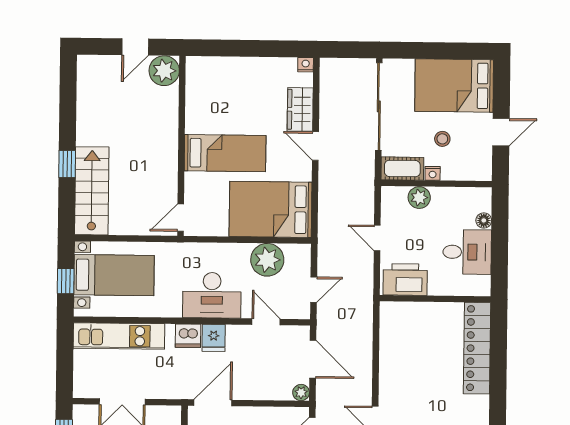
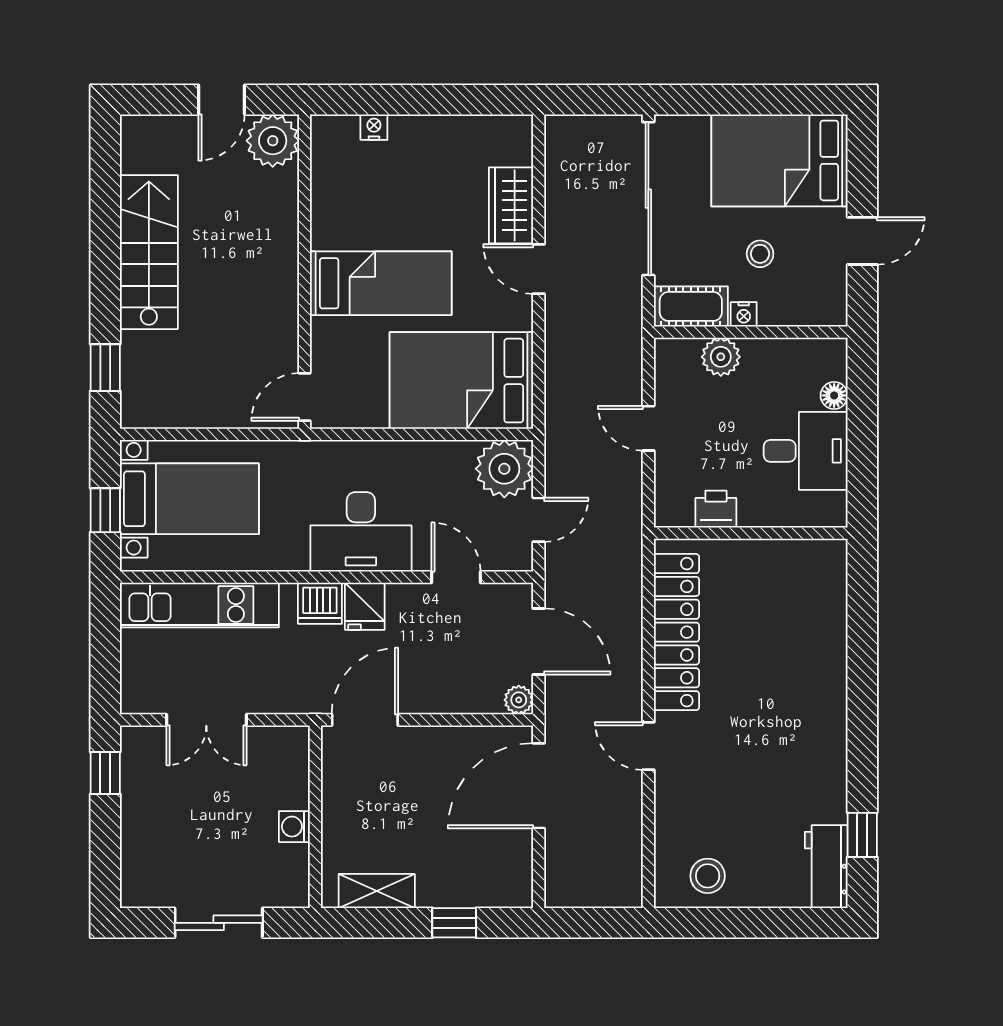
nightstand: (306, 65) -> (374, 127), moved
window: (67, 164) -> (105, 368), moved
stairs: (92, 191) -> (149, 252), moved
plant: (267, 260) -> (504, 469), moved
printer: (405, 279) -> (716, 509), width x0.53, depth x0.68
locker: (477, 348) -> (676, 632), moved, turned 180

